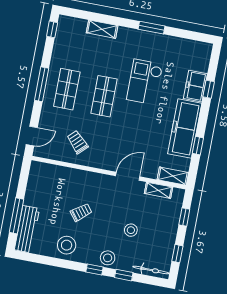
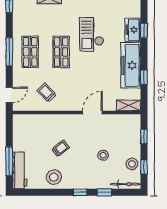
shelving: (159, 190) -> (119, 119), removed
stool: (108, 258) -> (132, 164), moved

